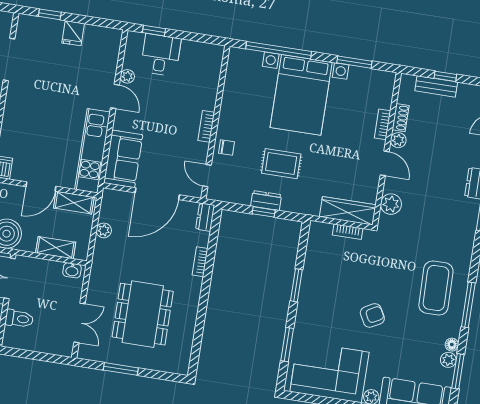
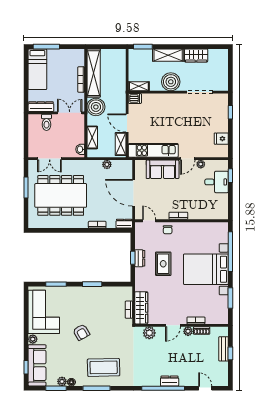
fridge: (73, 33) -> (221, 139), moved
sofa: (123, 159) -> (163, 169), moved
door: (207, 176) -> (149, 221), hinge flipped
dining table: (143, 314) -> (61, 195), width x1.36, depth x1.24

